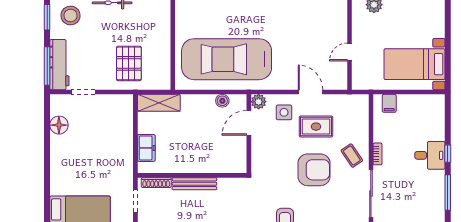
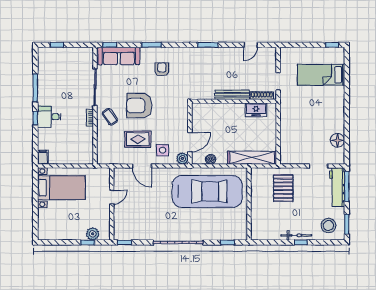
shelving: (159, 103) -> (252, 158), width x1.47
filing cabinet: (389, 103) -> (43, 157), moved
freezer: (146, 148) -> (256, 110), moved, turned -90

